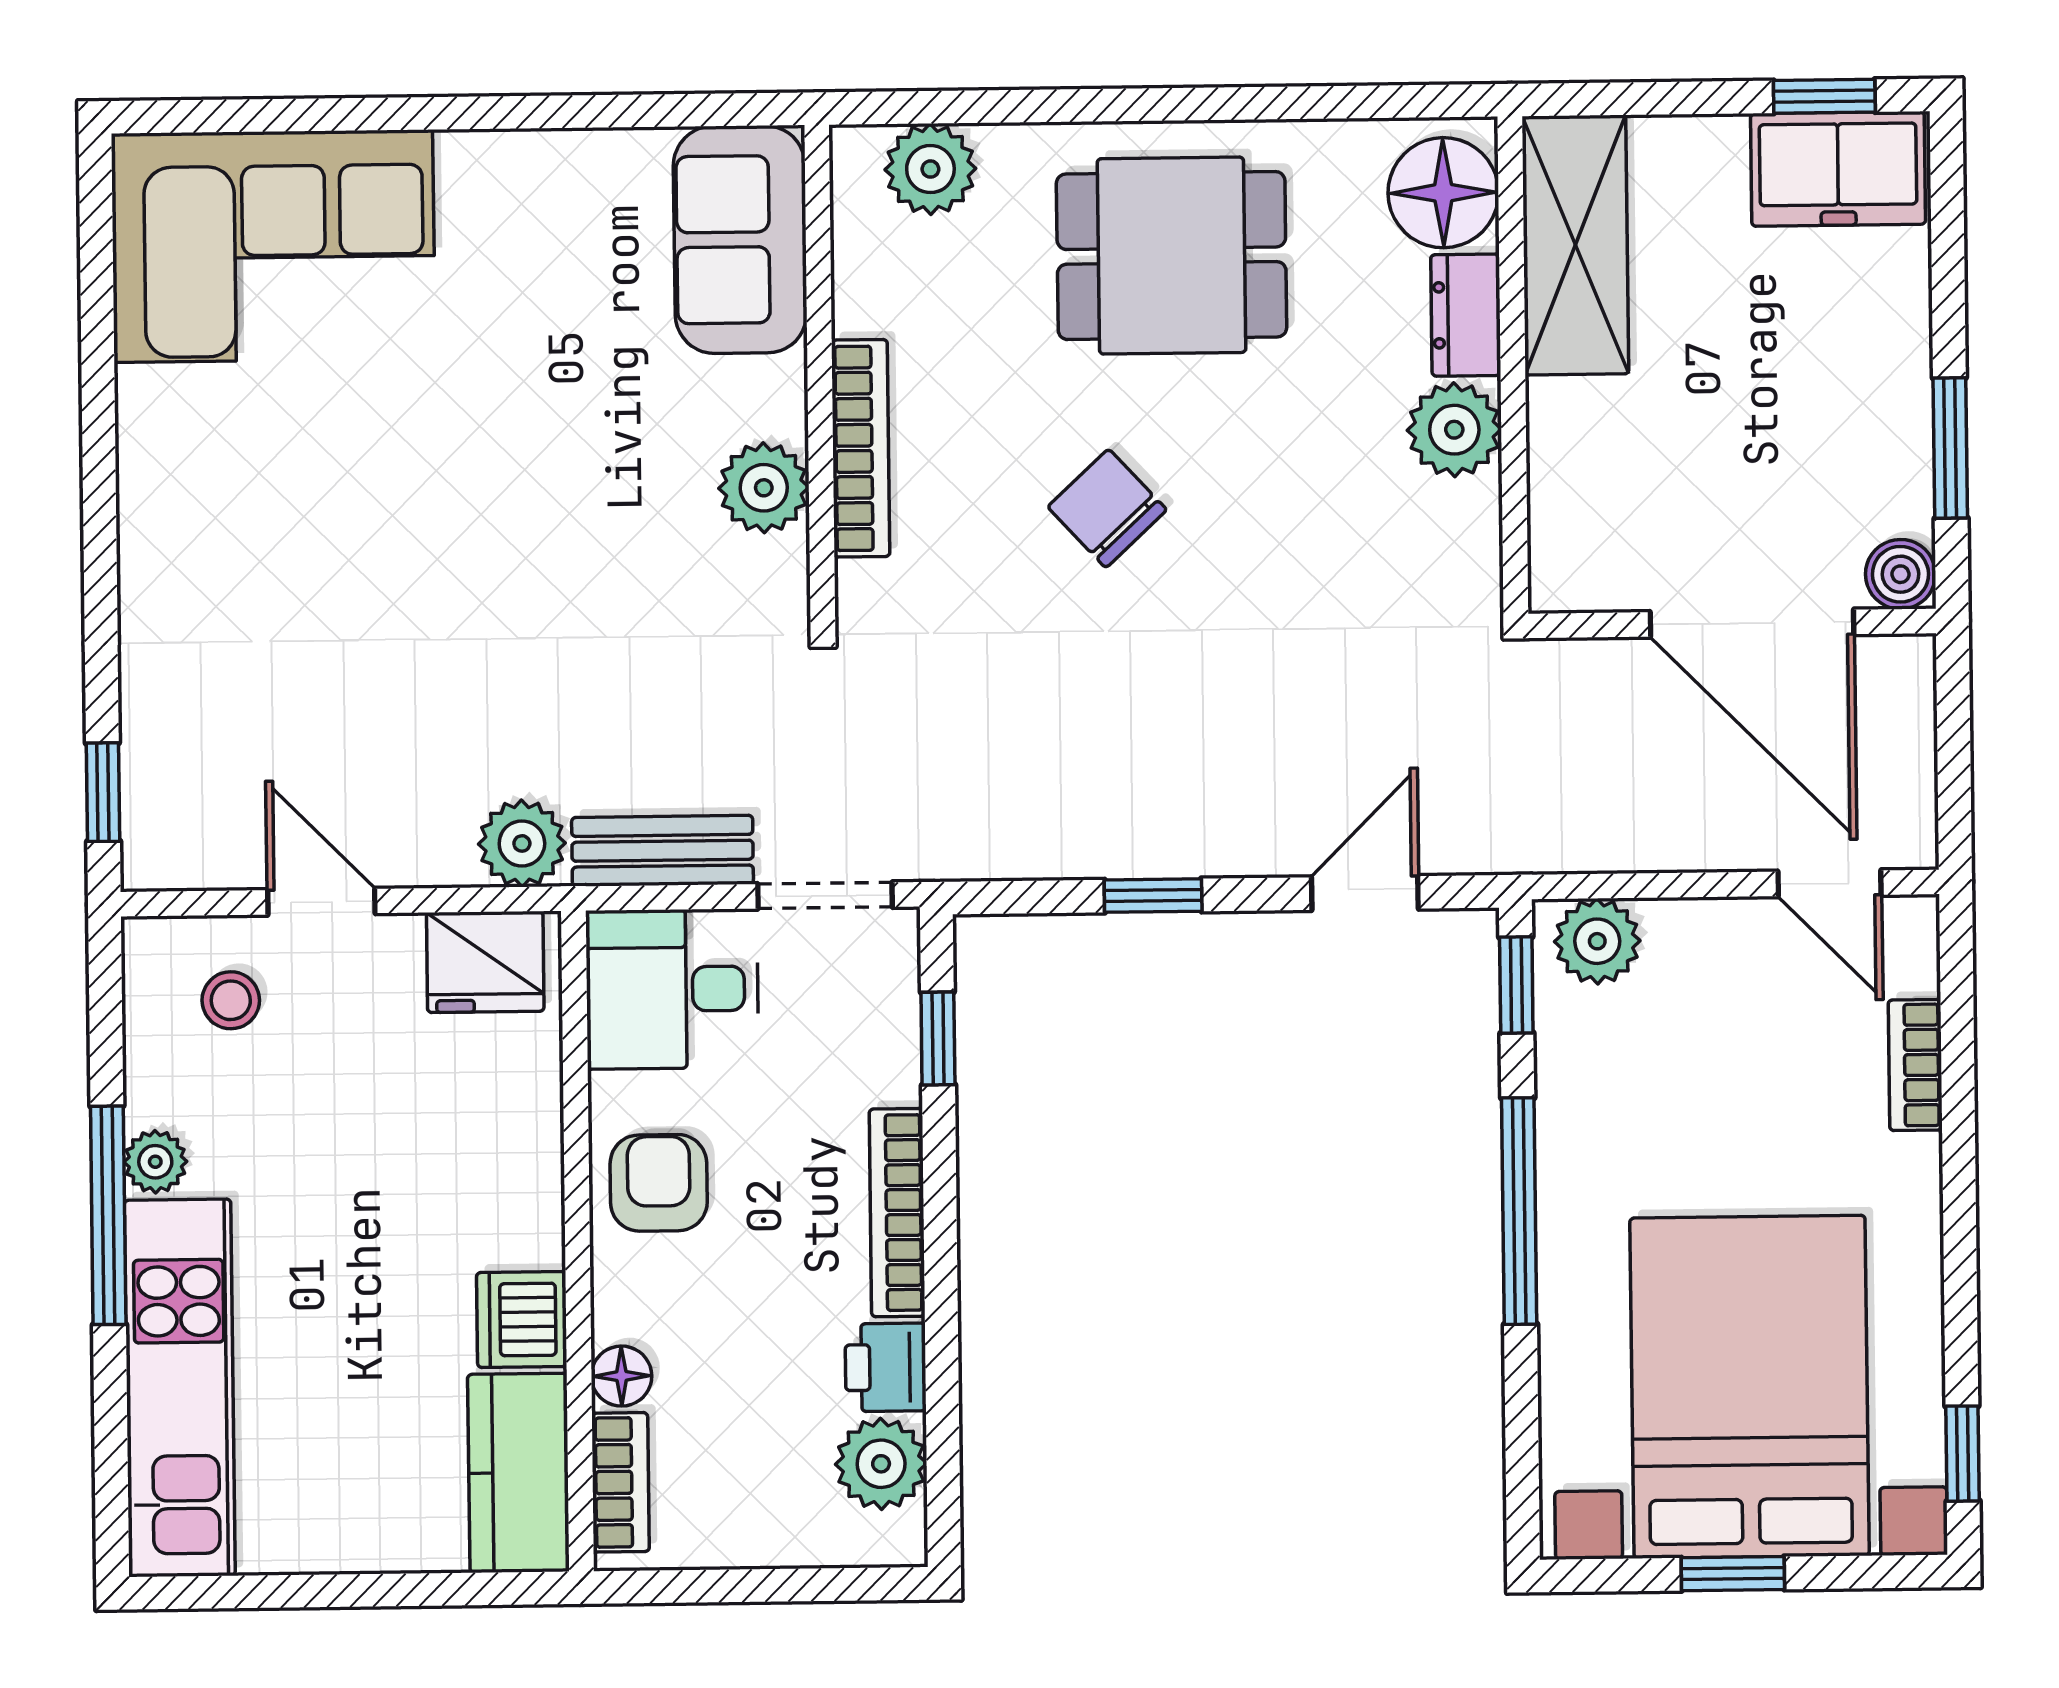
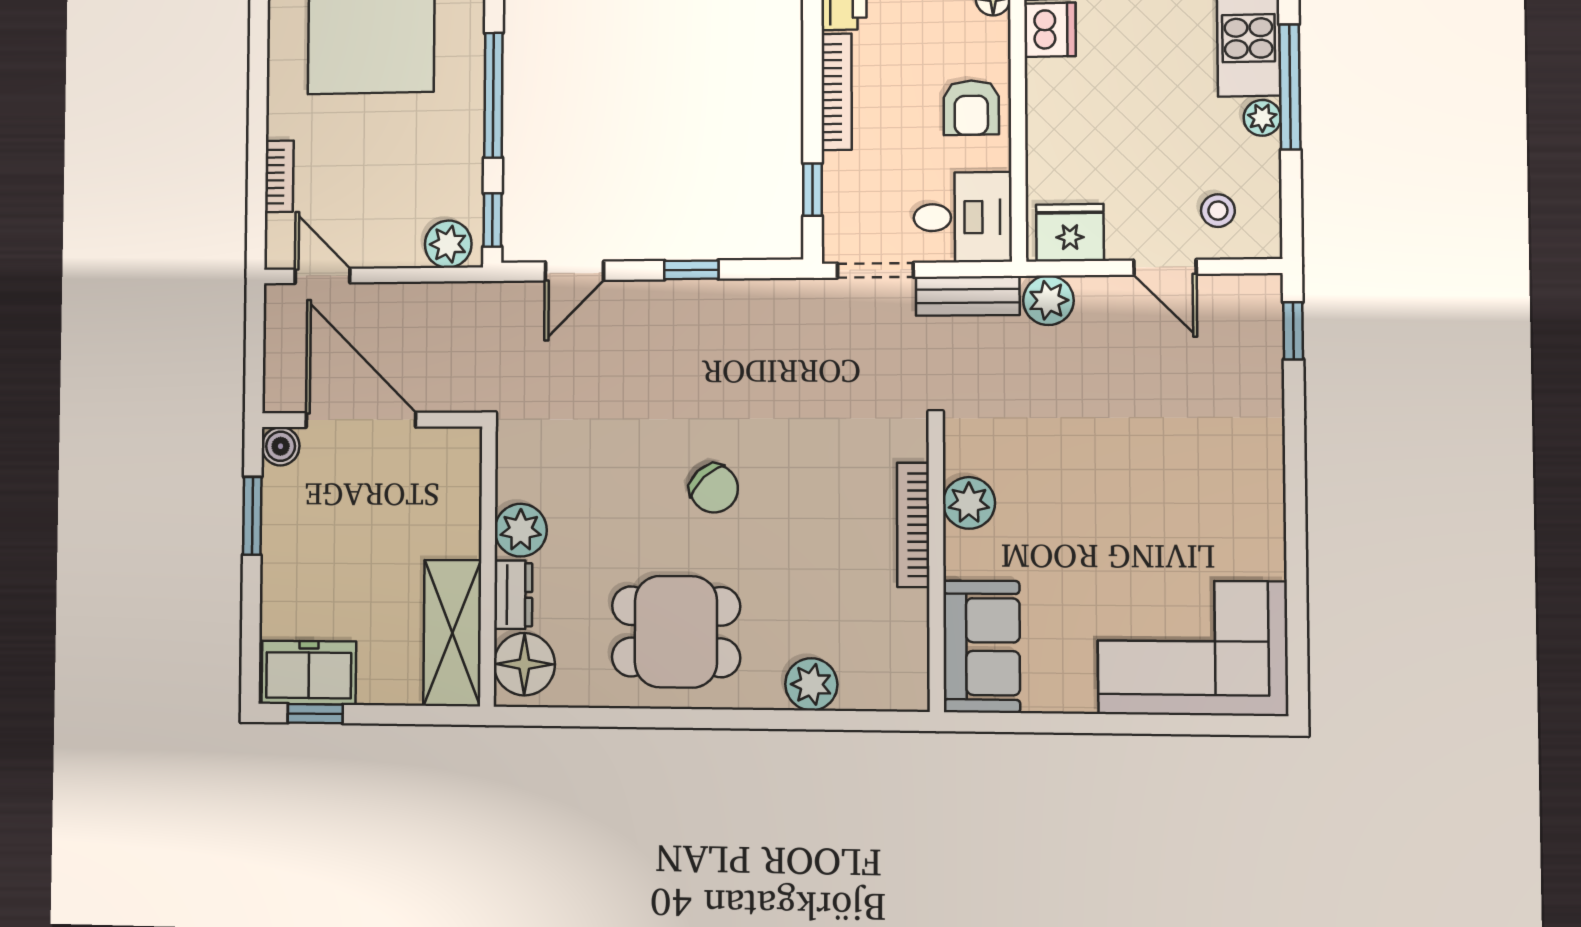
sofa: (740, 240) -> (982, 647), moved
wall: (820, 374) -> (936, 568), moved
bookcase: (861, 448) -> (913, 525), moved
plant: (764, 488) -> (969, 503), moved

